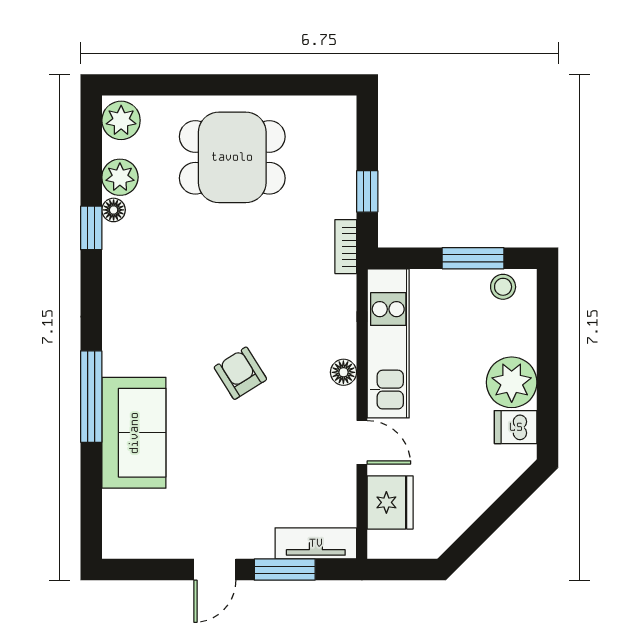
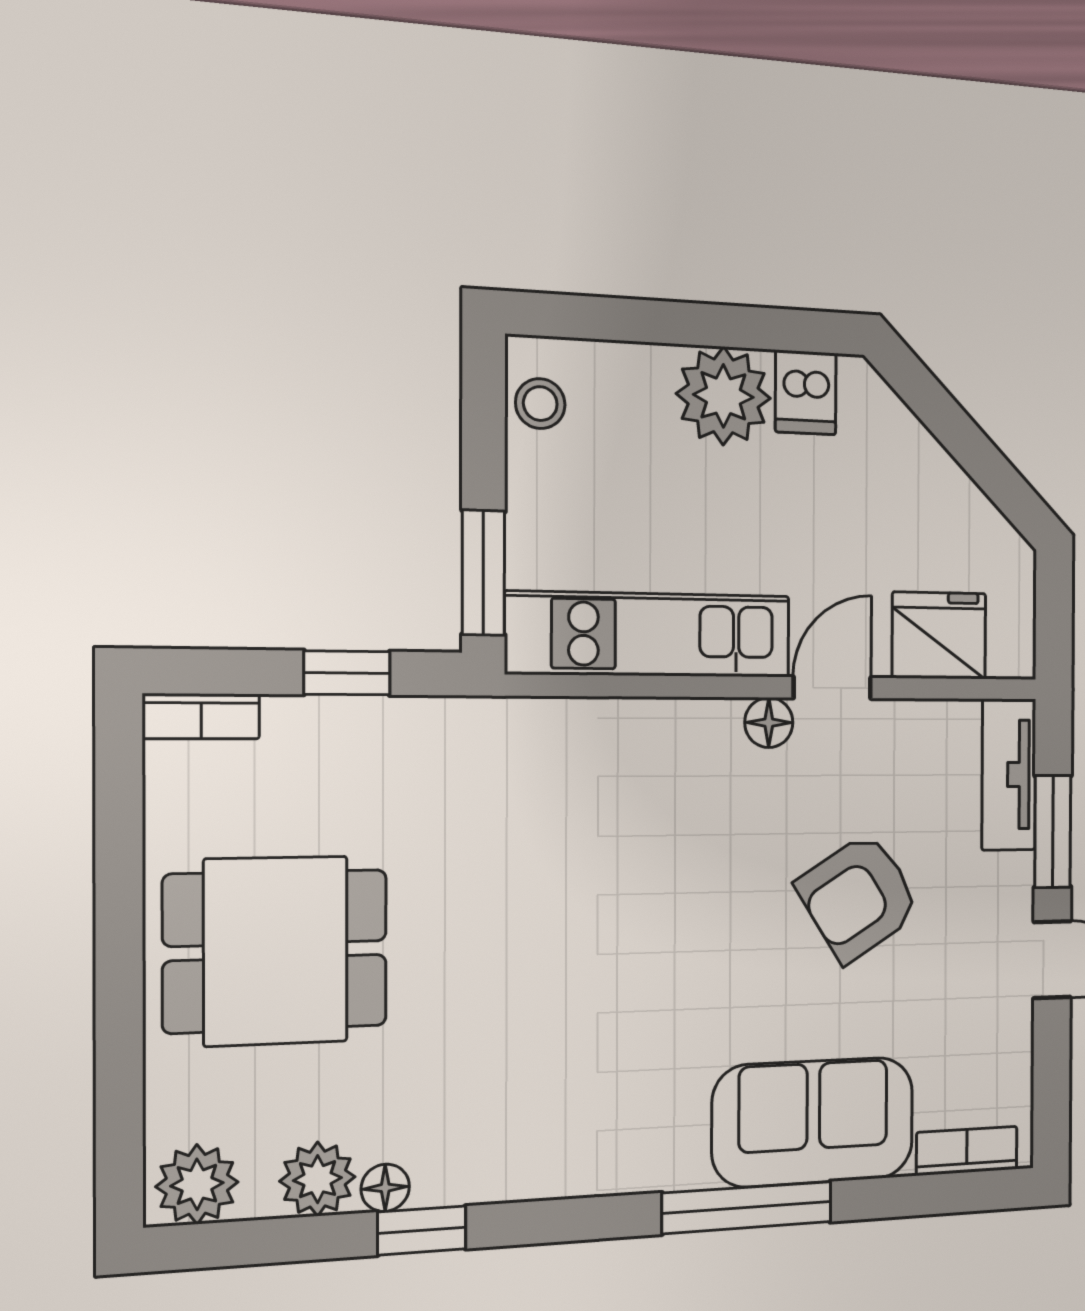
dining table: (232, 157) -> (276, 951), turned 90
bookcase: (346, 247) -> (201, 716), moved
window: (473, 258) -> (483, 573), moved
floor lamp: (343, 372) -> (769, 723), moved
armchair: (240, 373) -> (859, 897), moved, width x1.38, depth x1.38
bookcase: (113, 520) -> (967, 1151), added

